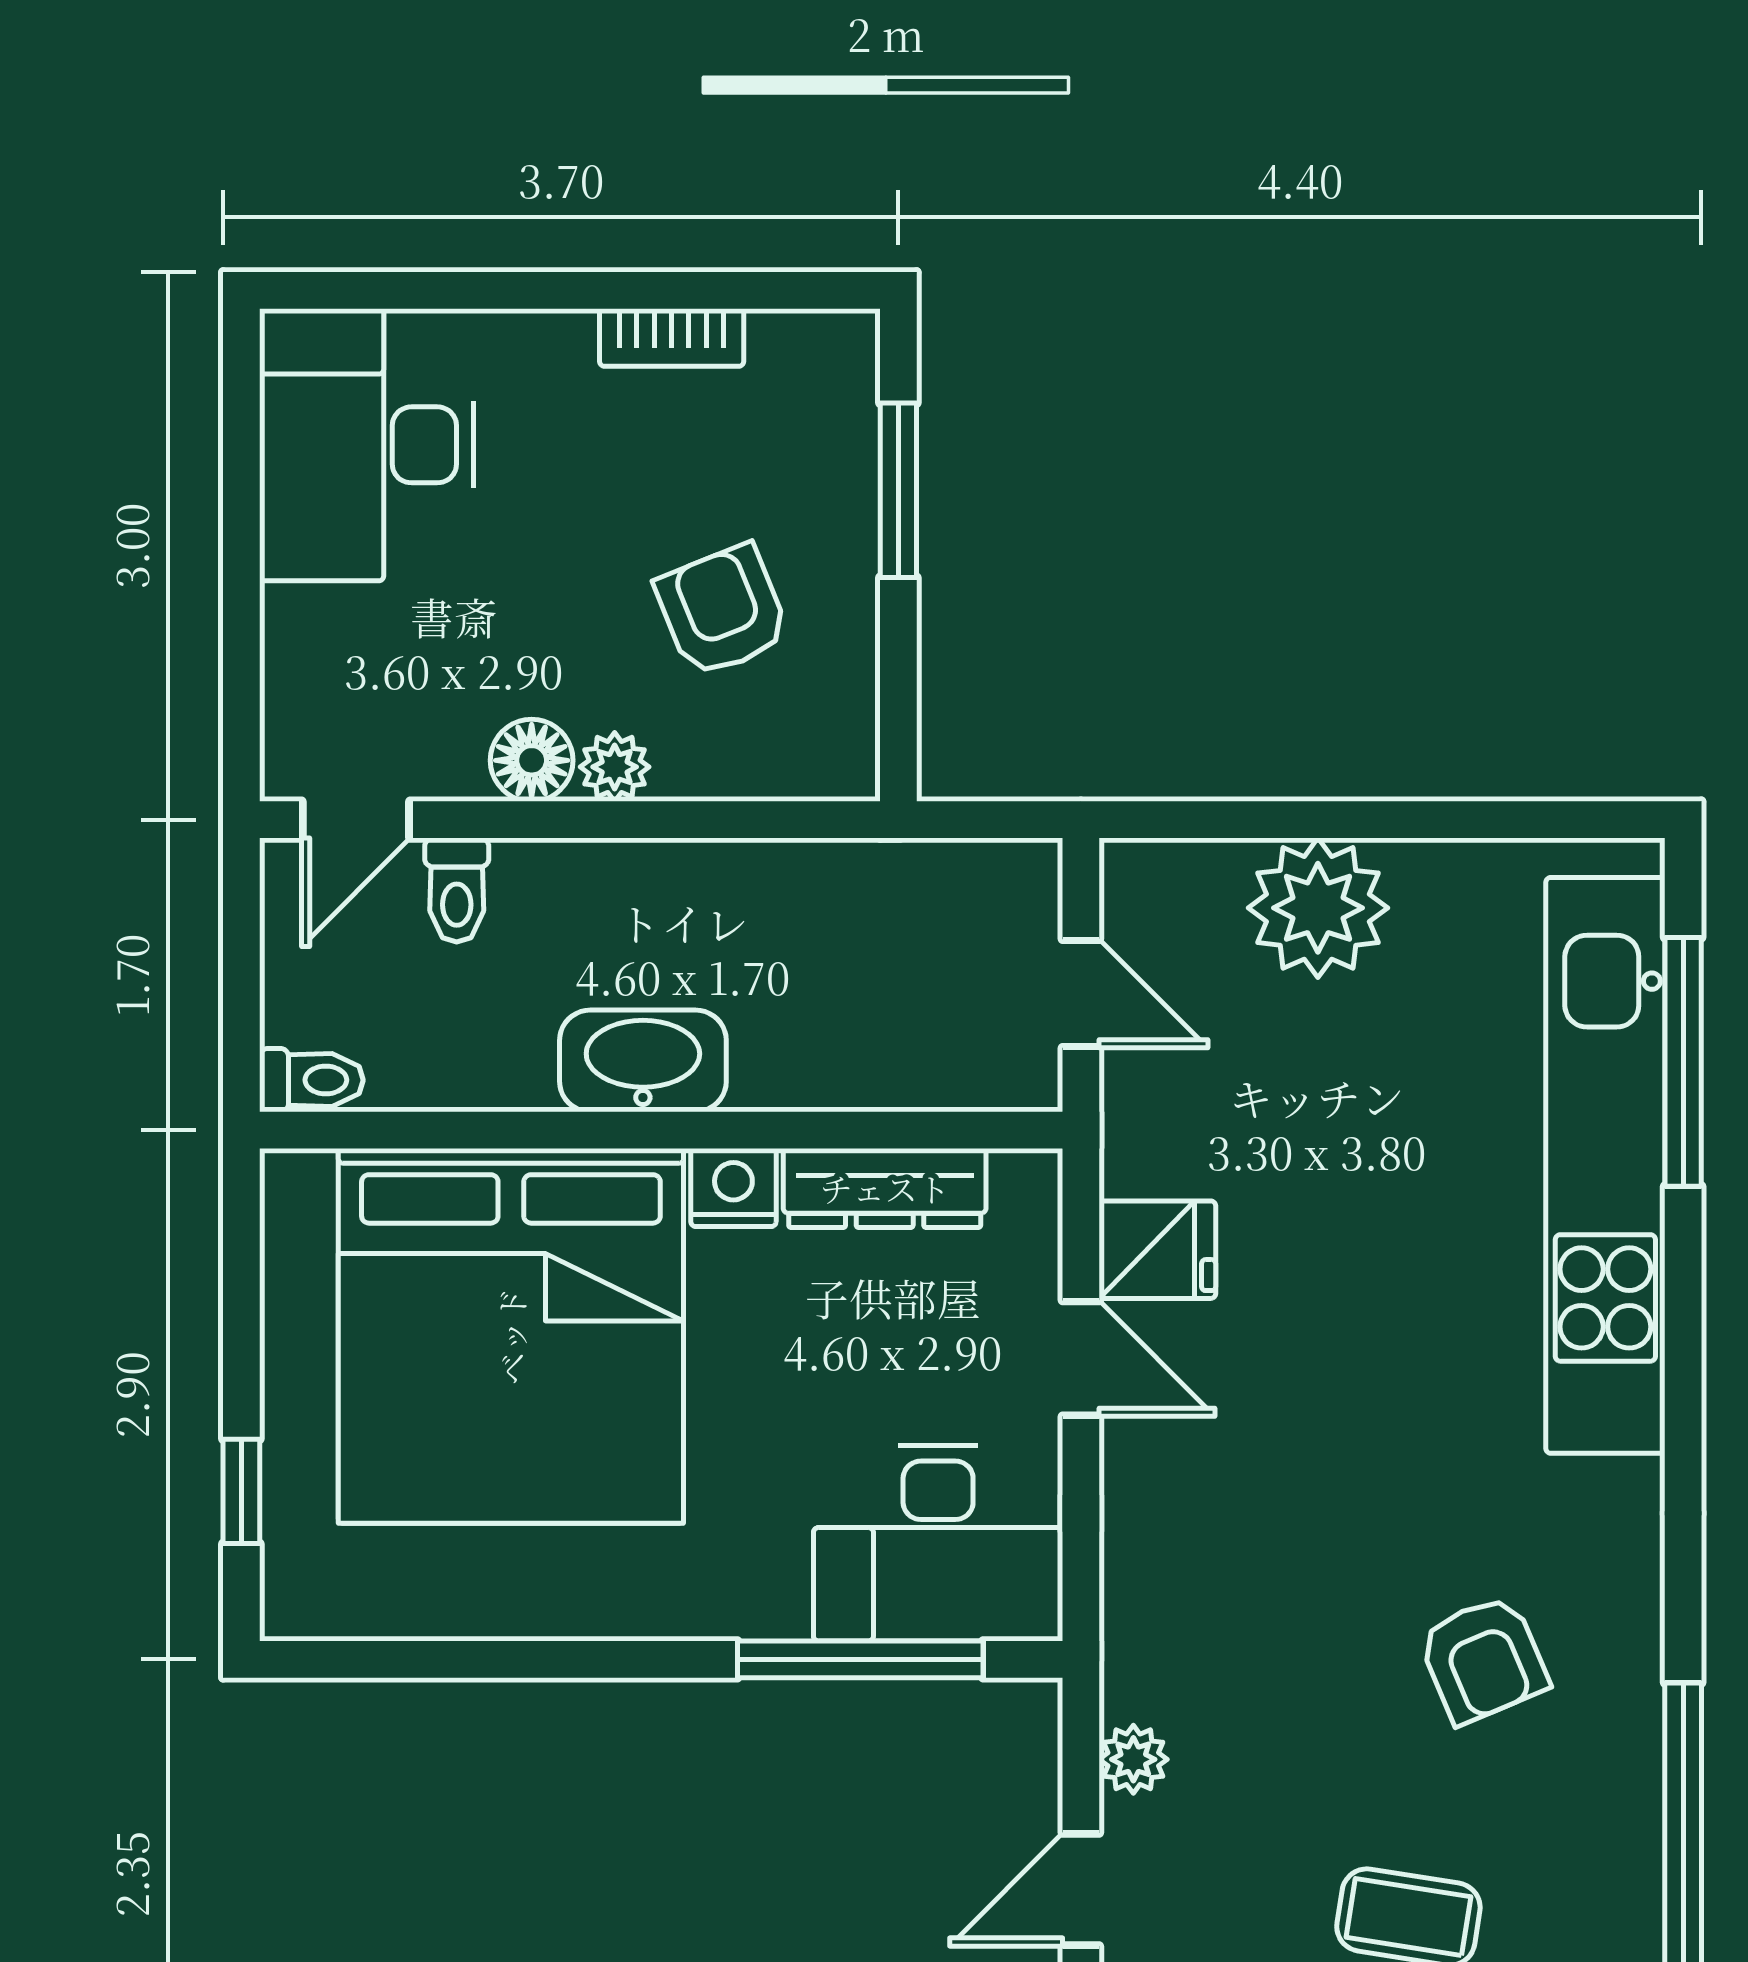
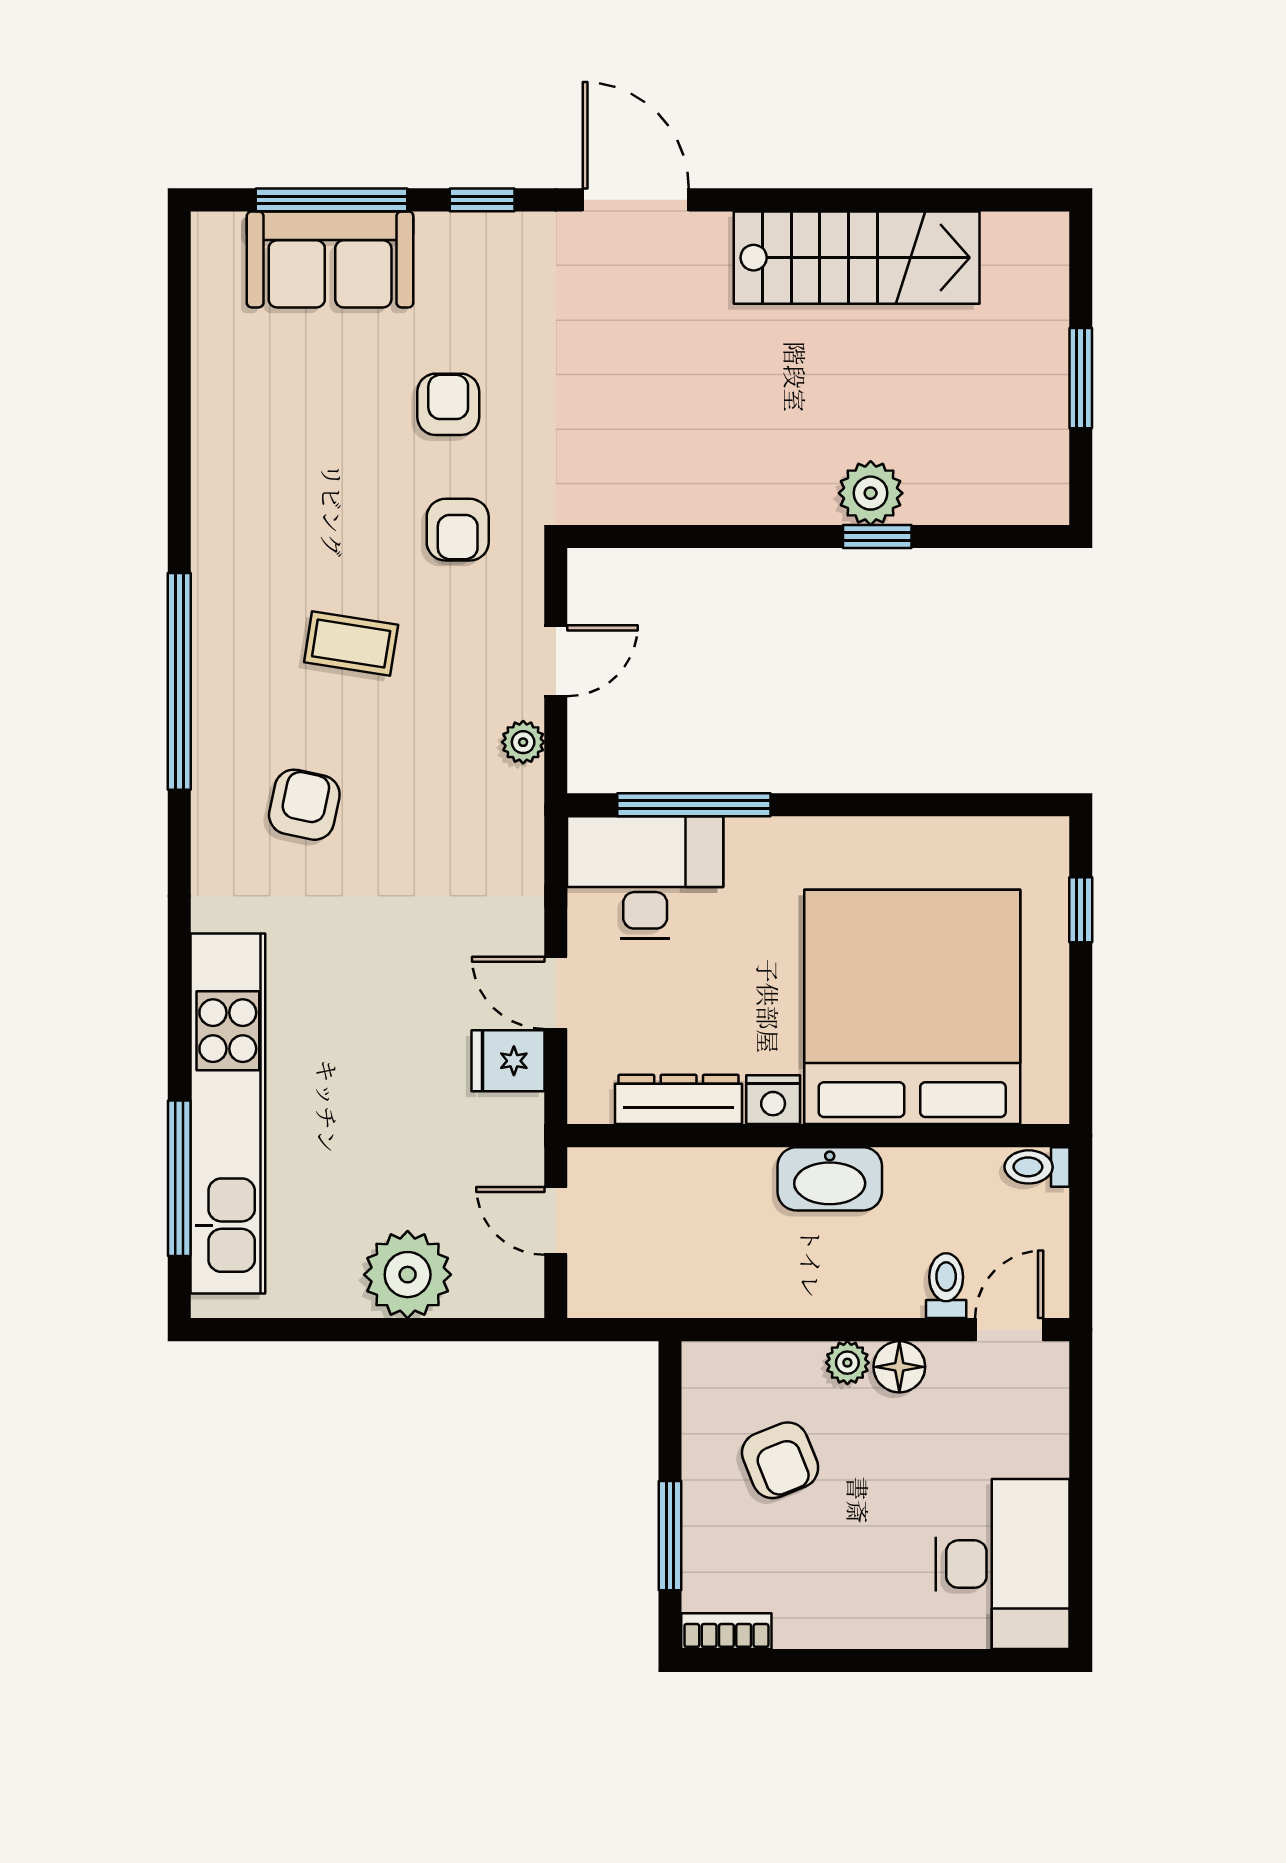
bookcase: (672, 338) -> (726, 1631), moved
armchair: (1483, 1659) -> (304, 805), turned 35

